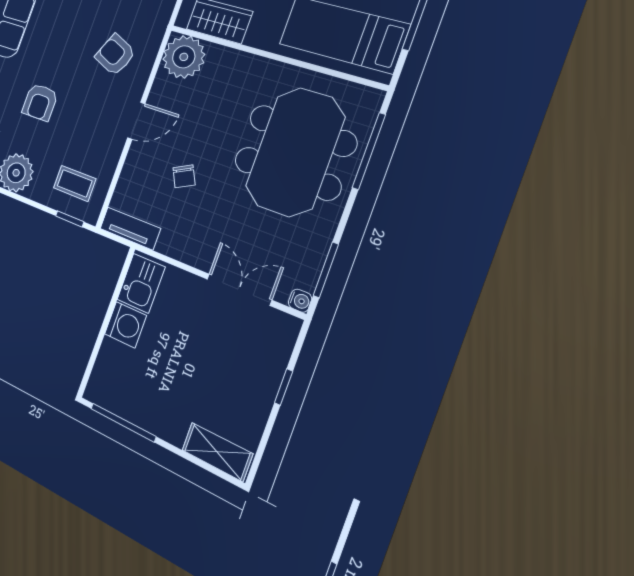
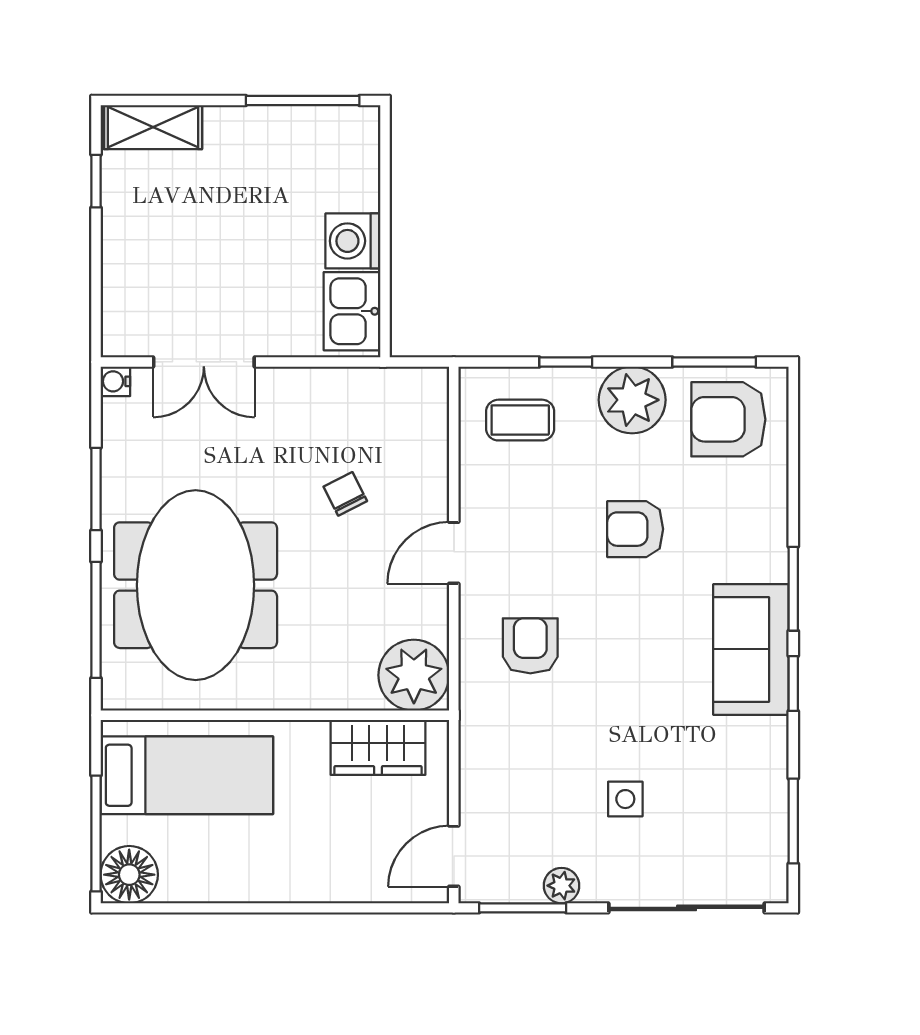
armchair: (115, 55) -> (530, 646), turned -114
armchair: (40, 102) -> (635, 529), turned -90
window: (70, 219) -> (566, 362), moved
tv unit: (130, 229) -> (401, 385), removed
window: (326, 270) -> (96, 489), moved
window: (284, 387) -> (96, 181), moved

